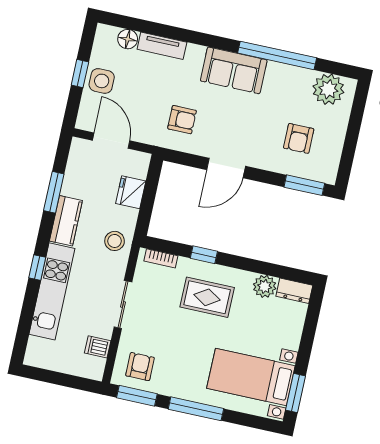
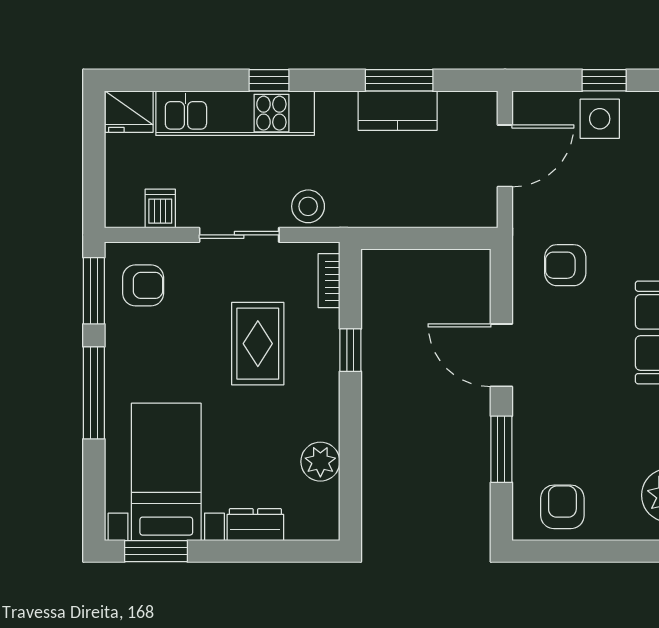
armchair: (182, 120) -> (565, 265), turned 90
armchair: (299, 138) -> (562, 507), moved, turned 90
window: (304, 185) -> (501, 449), moved
fridge: (131, 192) -> (129, 112), moved, turned 180
kitchen counter: (66, 221) -> (398, 111), moved
stool: (115, 241) -> (308, 206), moved
dresser: (294, 291) -> (255, 525), moved, turned 90
rug: (207, 297) -> (258, 344), moved

